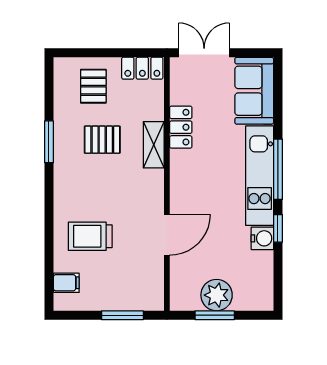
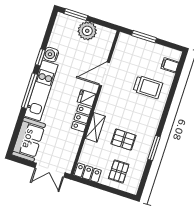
locker: (181, 127) -> (81, 118), moved
fridge: (183, 187) -> (87, 98), added
window: (215, 315) -> (76, 15), moved

